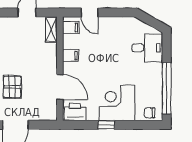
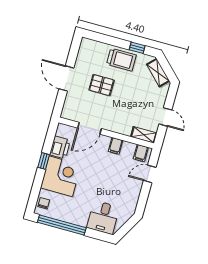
printer: (75, 112) -> (60, 147), moved

